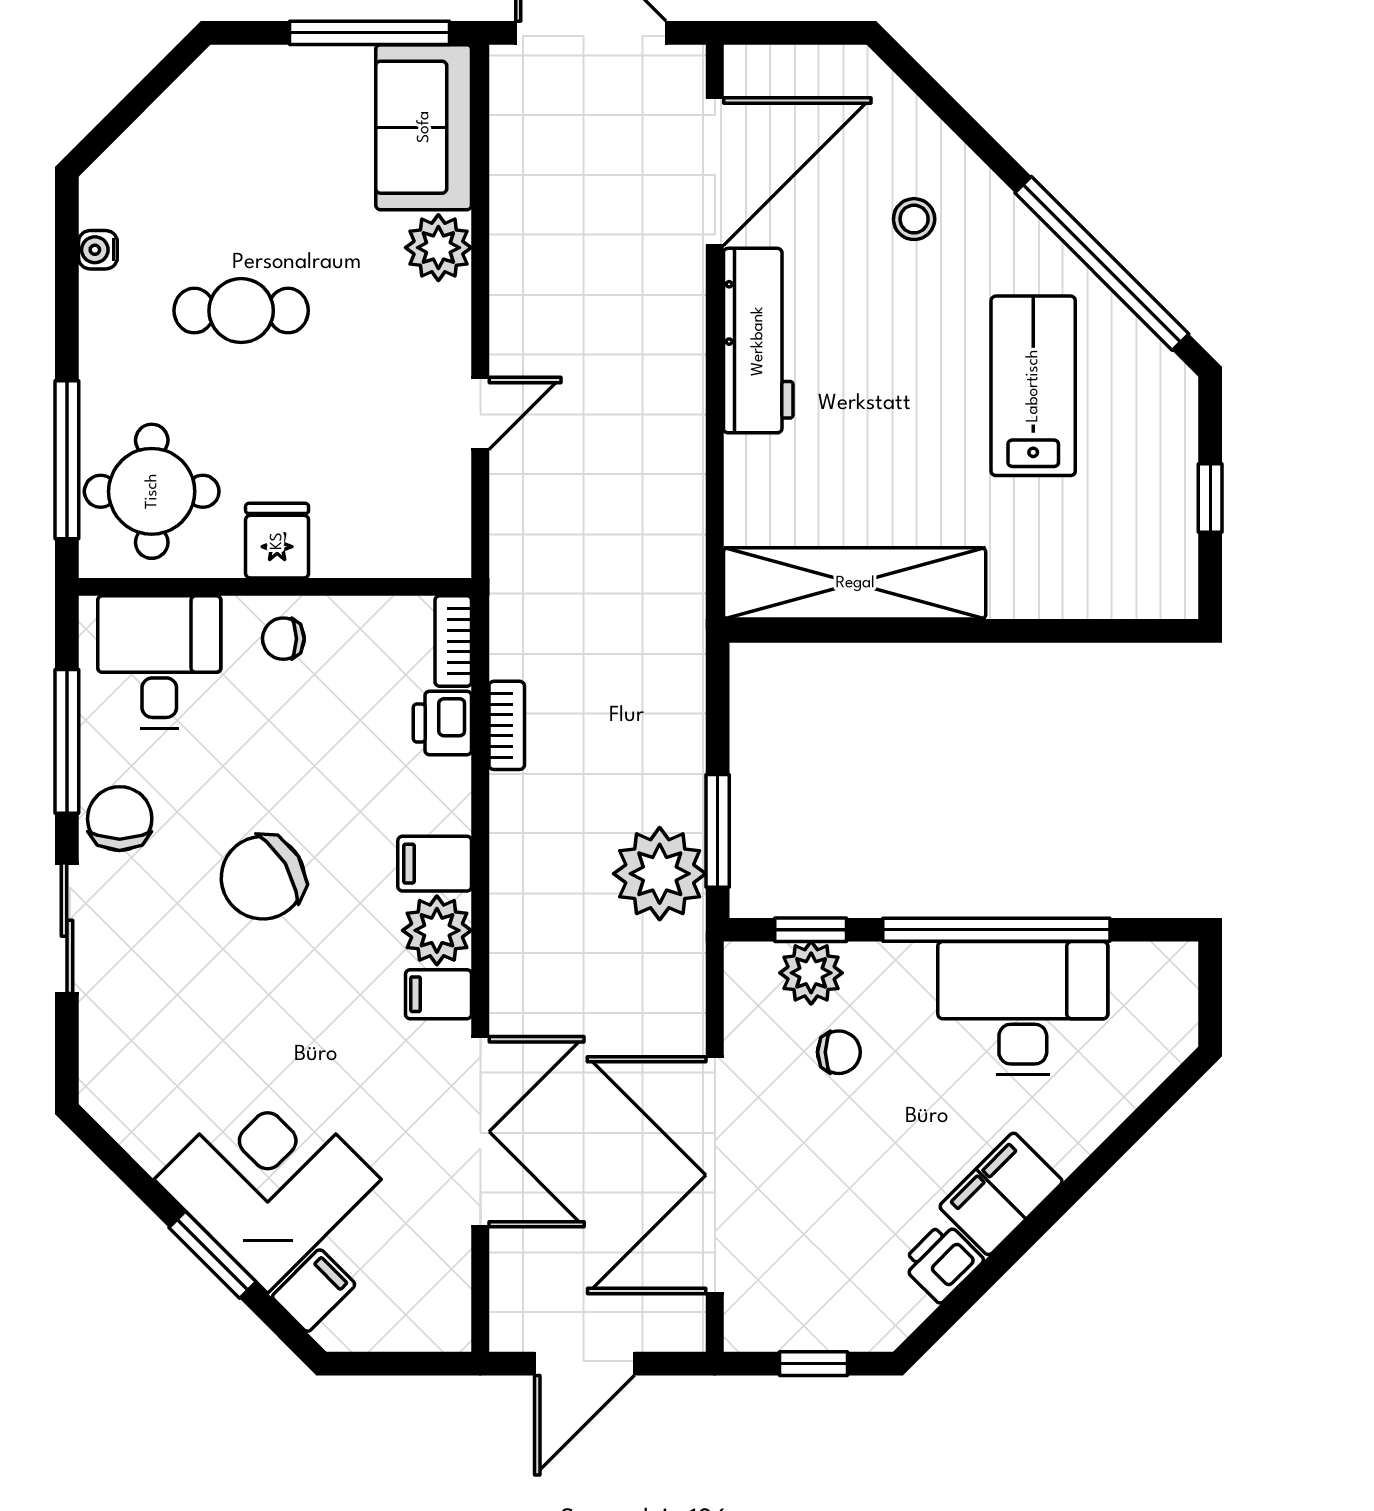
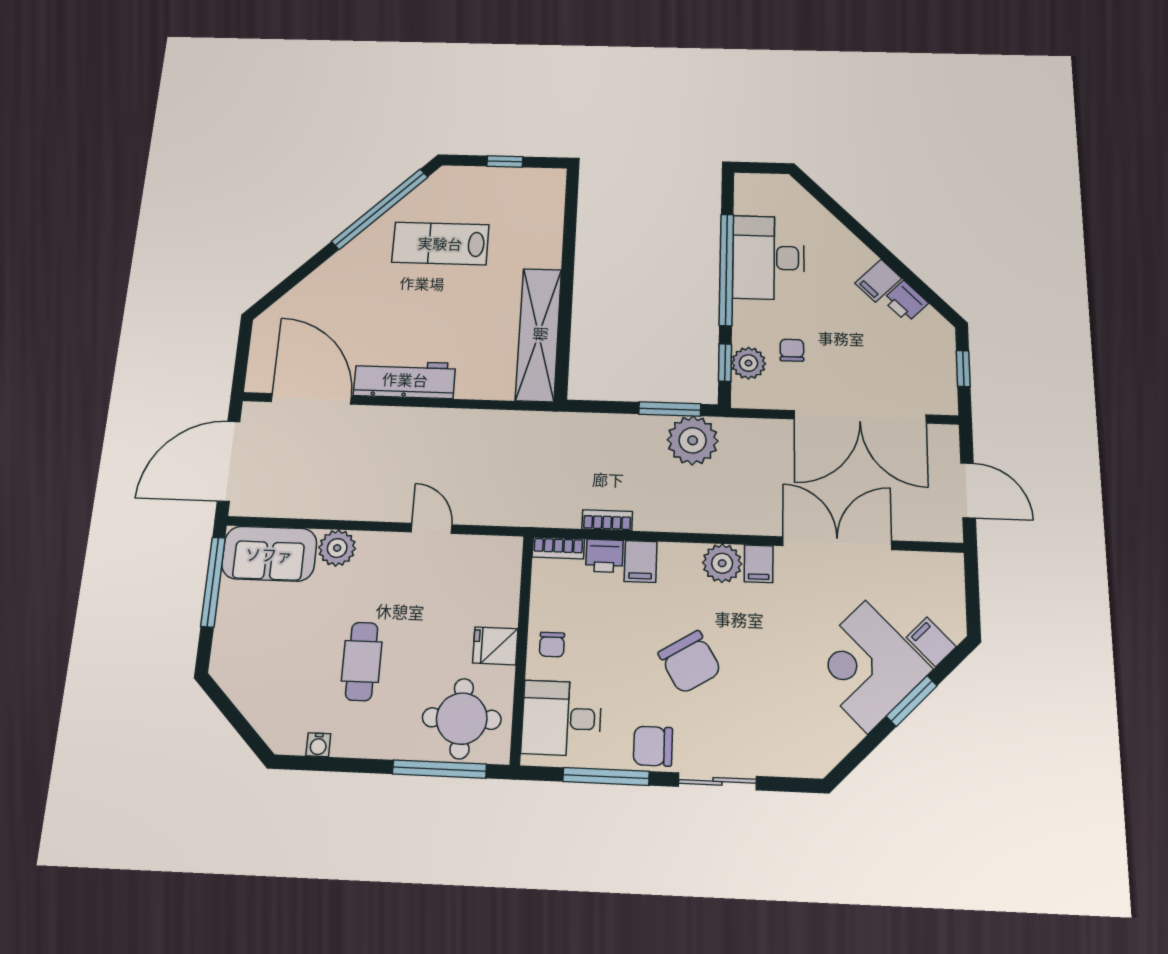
stool: (914, 219) -> (348, 299), removed
filing cabinet: (435, 864) -> (641, 561), moved
filing cabinet: (1001, 1194) -> (878, 281), width x0.50

